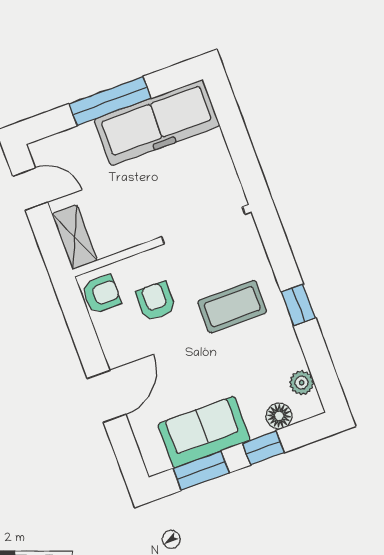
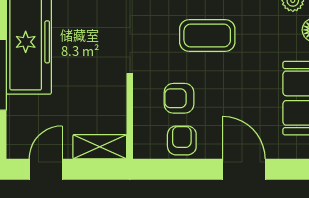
armchair: (101, 294) -> (182, 140), moved
coffee table: (232, 307) -> (207, 35), turned 90

